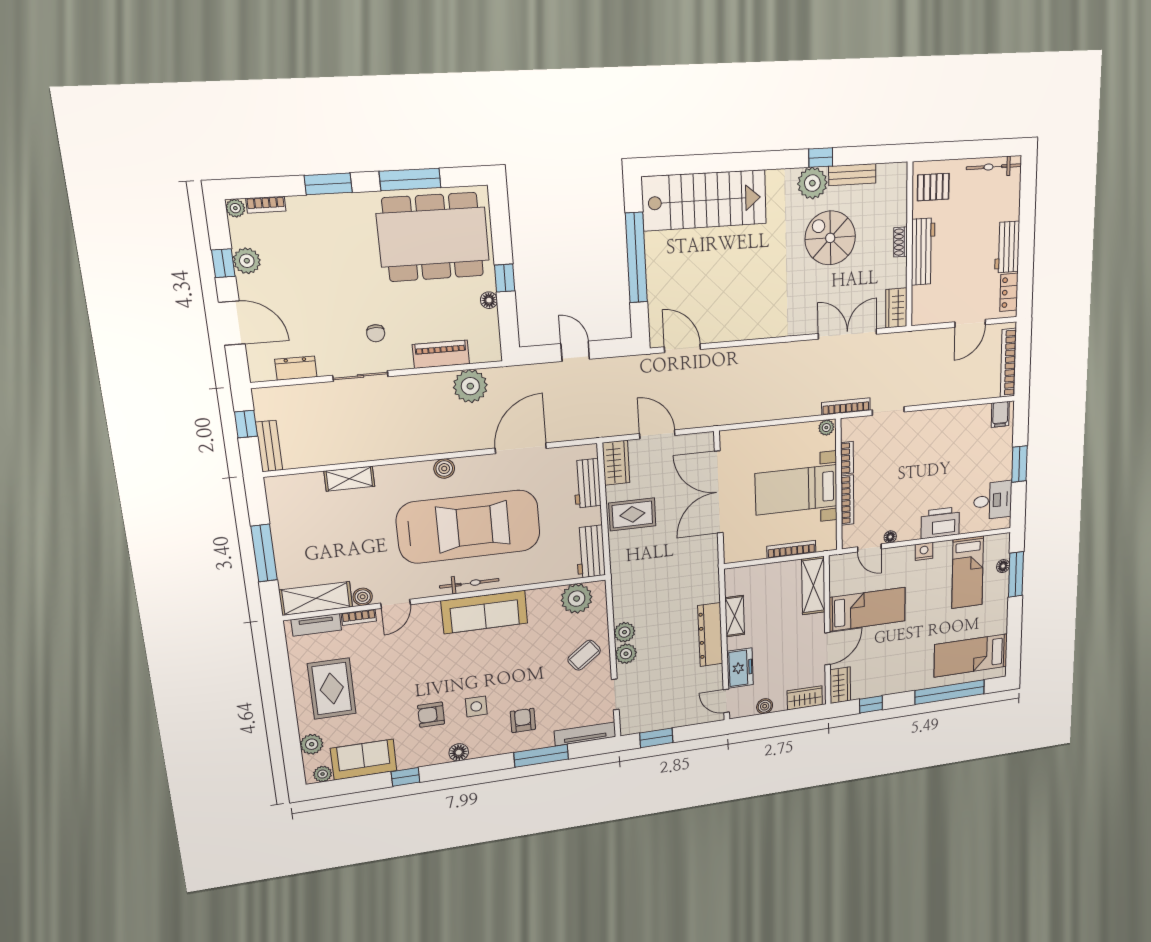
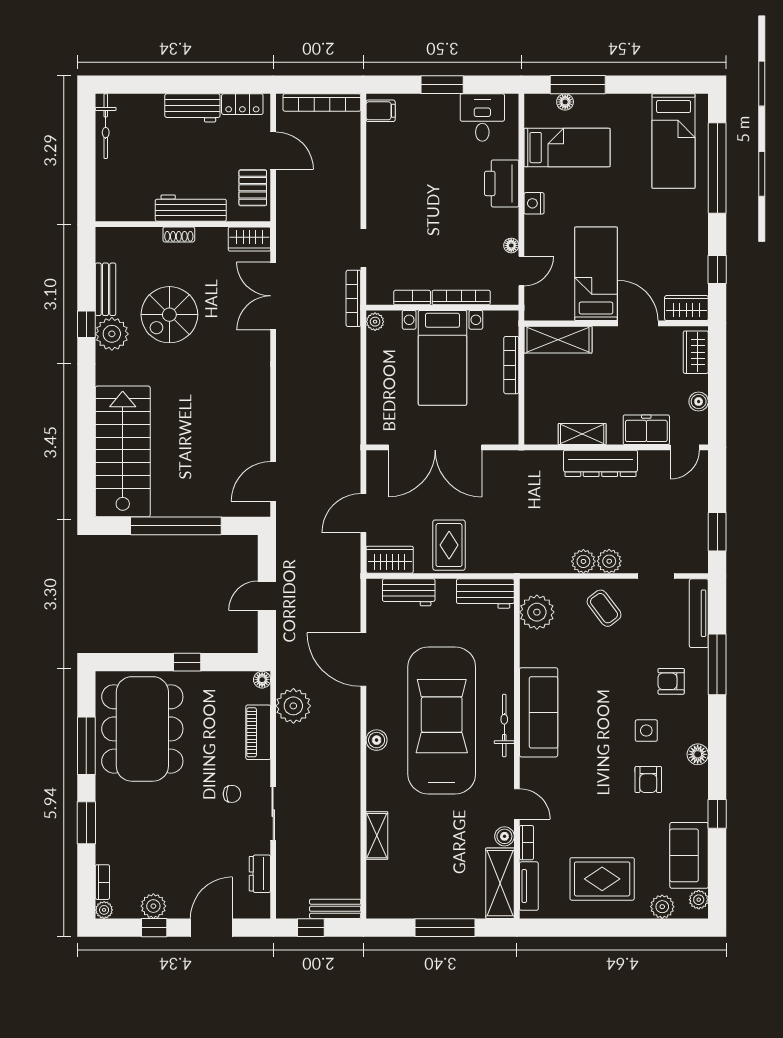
pallet: (933, 187) -> (253, 188), moved
floor lamp: (489, 300) -> (262, 680), moved

